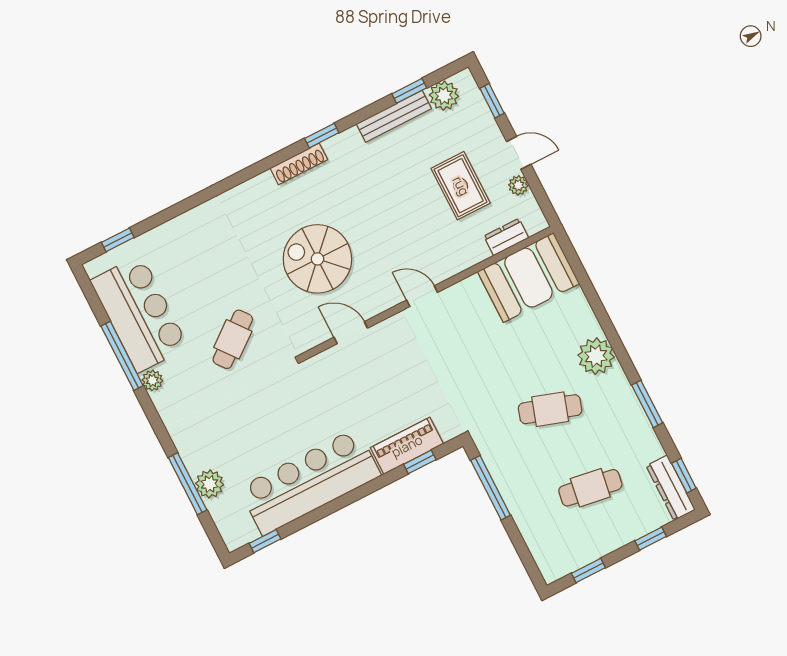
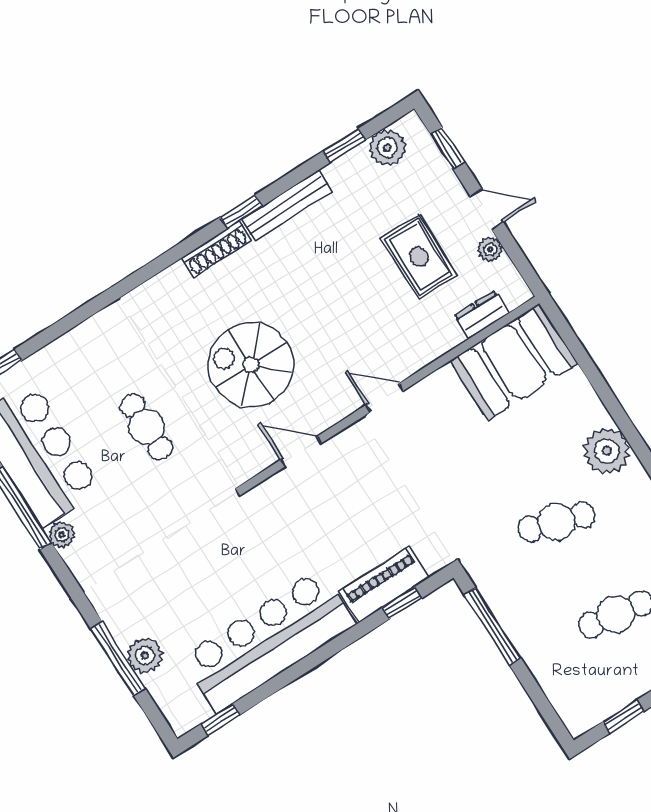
bench: (394, 116) -> (287, 205), moved
cafe table: (233, 339) -> (146, 427), moved, turned -52

